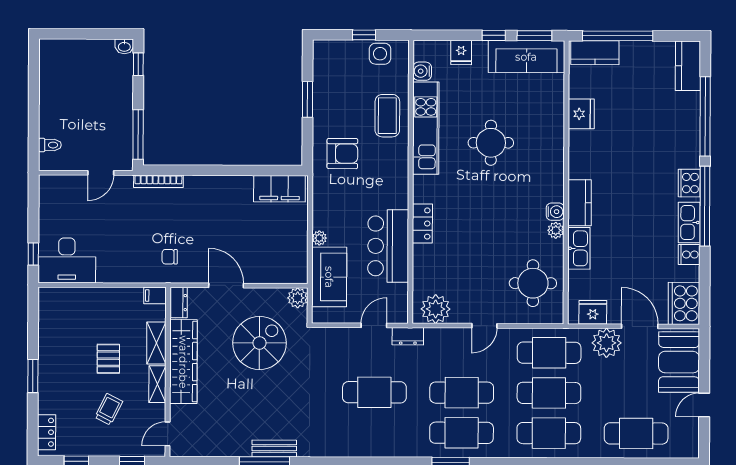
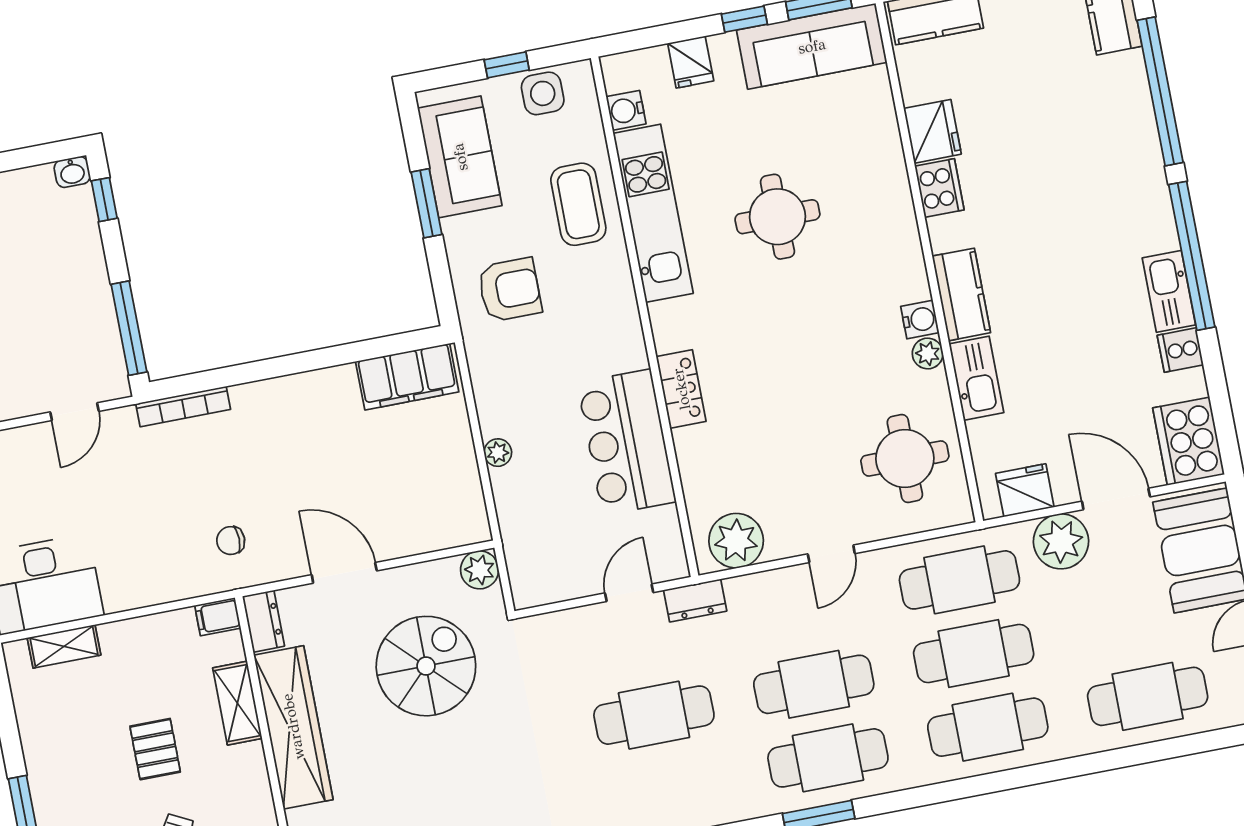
cooker: (689, 183) -> (939, 188), moved, turned 180
sofa: (329, 277) -> (460, 157), moved
shelving: (157, 384) -> (64, 646), moved, turned 90

